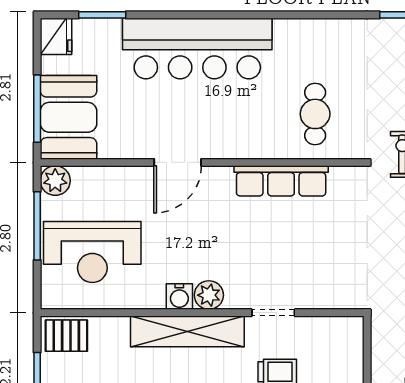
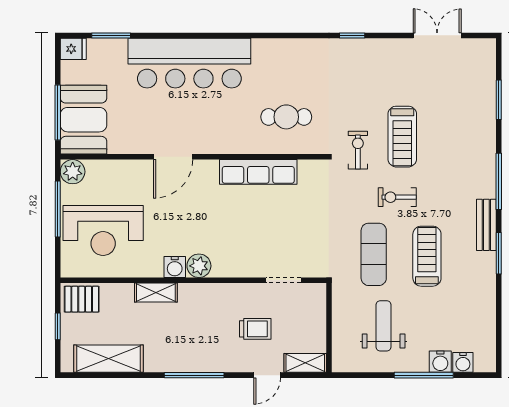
fridge: (56, 36) -> (73, 49), width x0.72
cafe table: (315, 114) -> (286, 117), turned 90
doorway: (273, 313) -> (283, 280), moved
shelving: (187, 331) -> (156, 292), width x0.45, depth x0.75

